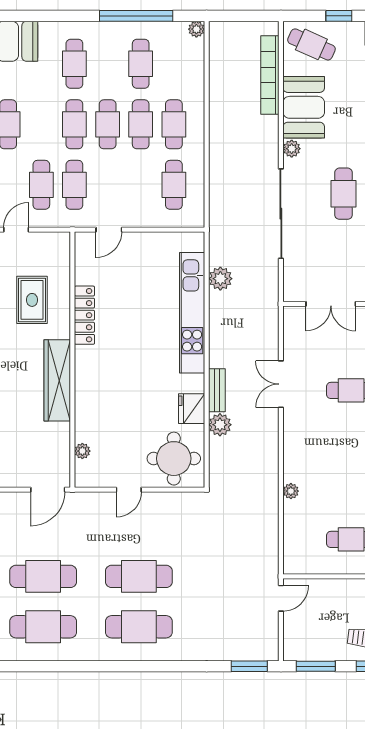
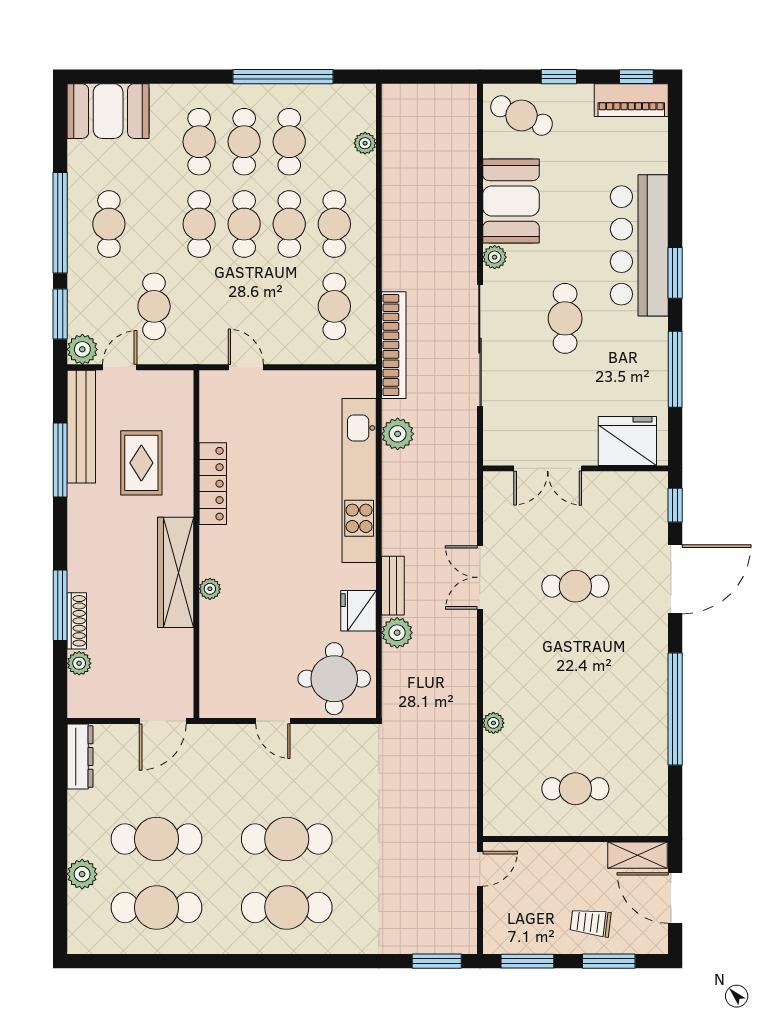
plant: (196, 29) -> (365, 143), moved
bookcase: (270, 75) -> (394, 345), moved, turned 180
cafe table: (74, 185) -> (244, 142), moved
door: (109, 230) -> (246, 367), swing flipped
plant: (82, 451) -> (210, 589), moved
door: (129, 490) -> (273, 721), hinge flipped

